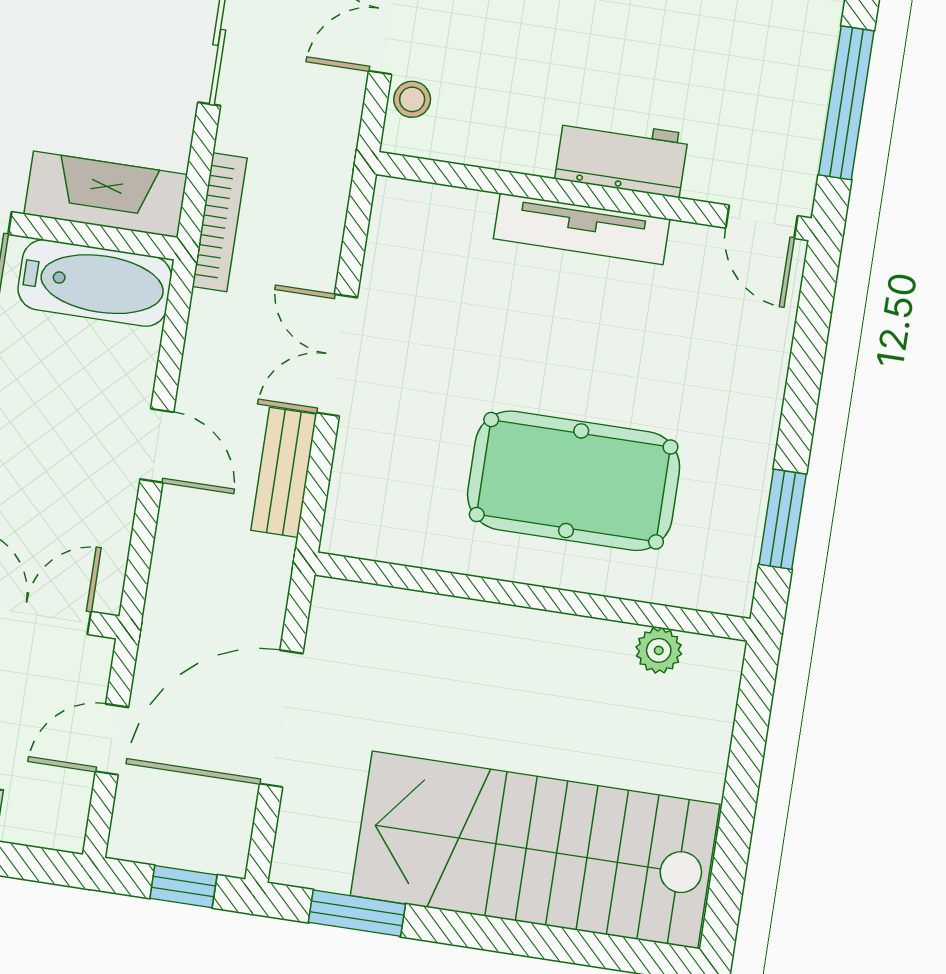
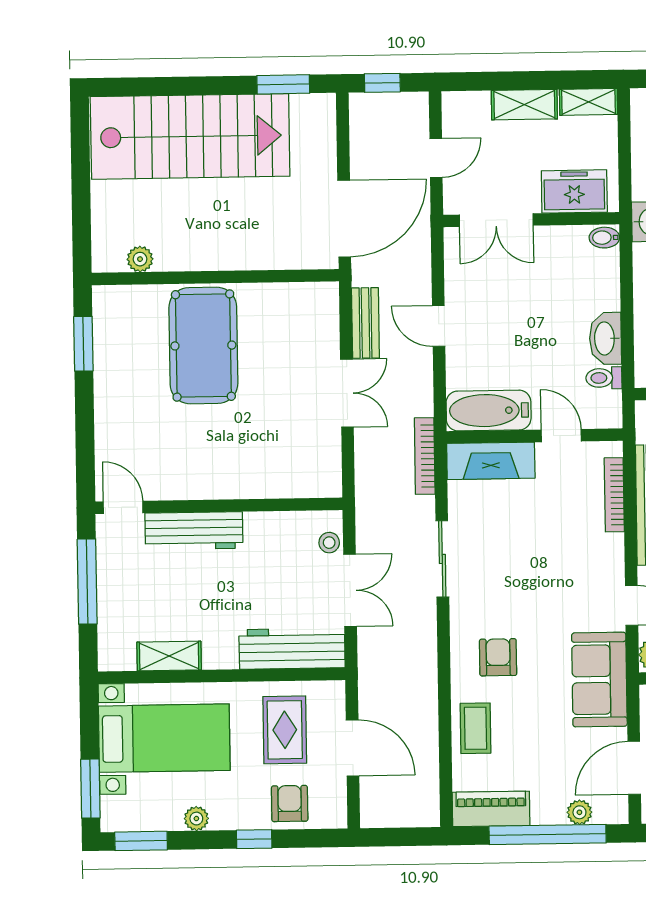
workbench: (622, 156) -> (194, 531), width x1.38
tv unit: (582, 229) -> (223, 486), removed
pool table: (574, 481) -> (203, 346), turned 90
door: (281, 719) -> (344, 219), moved

